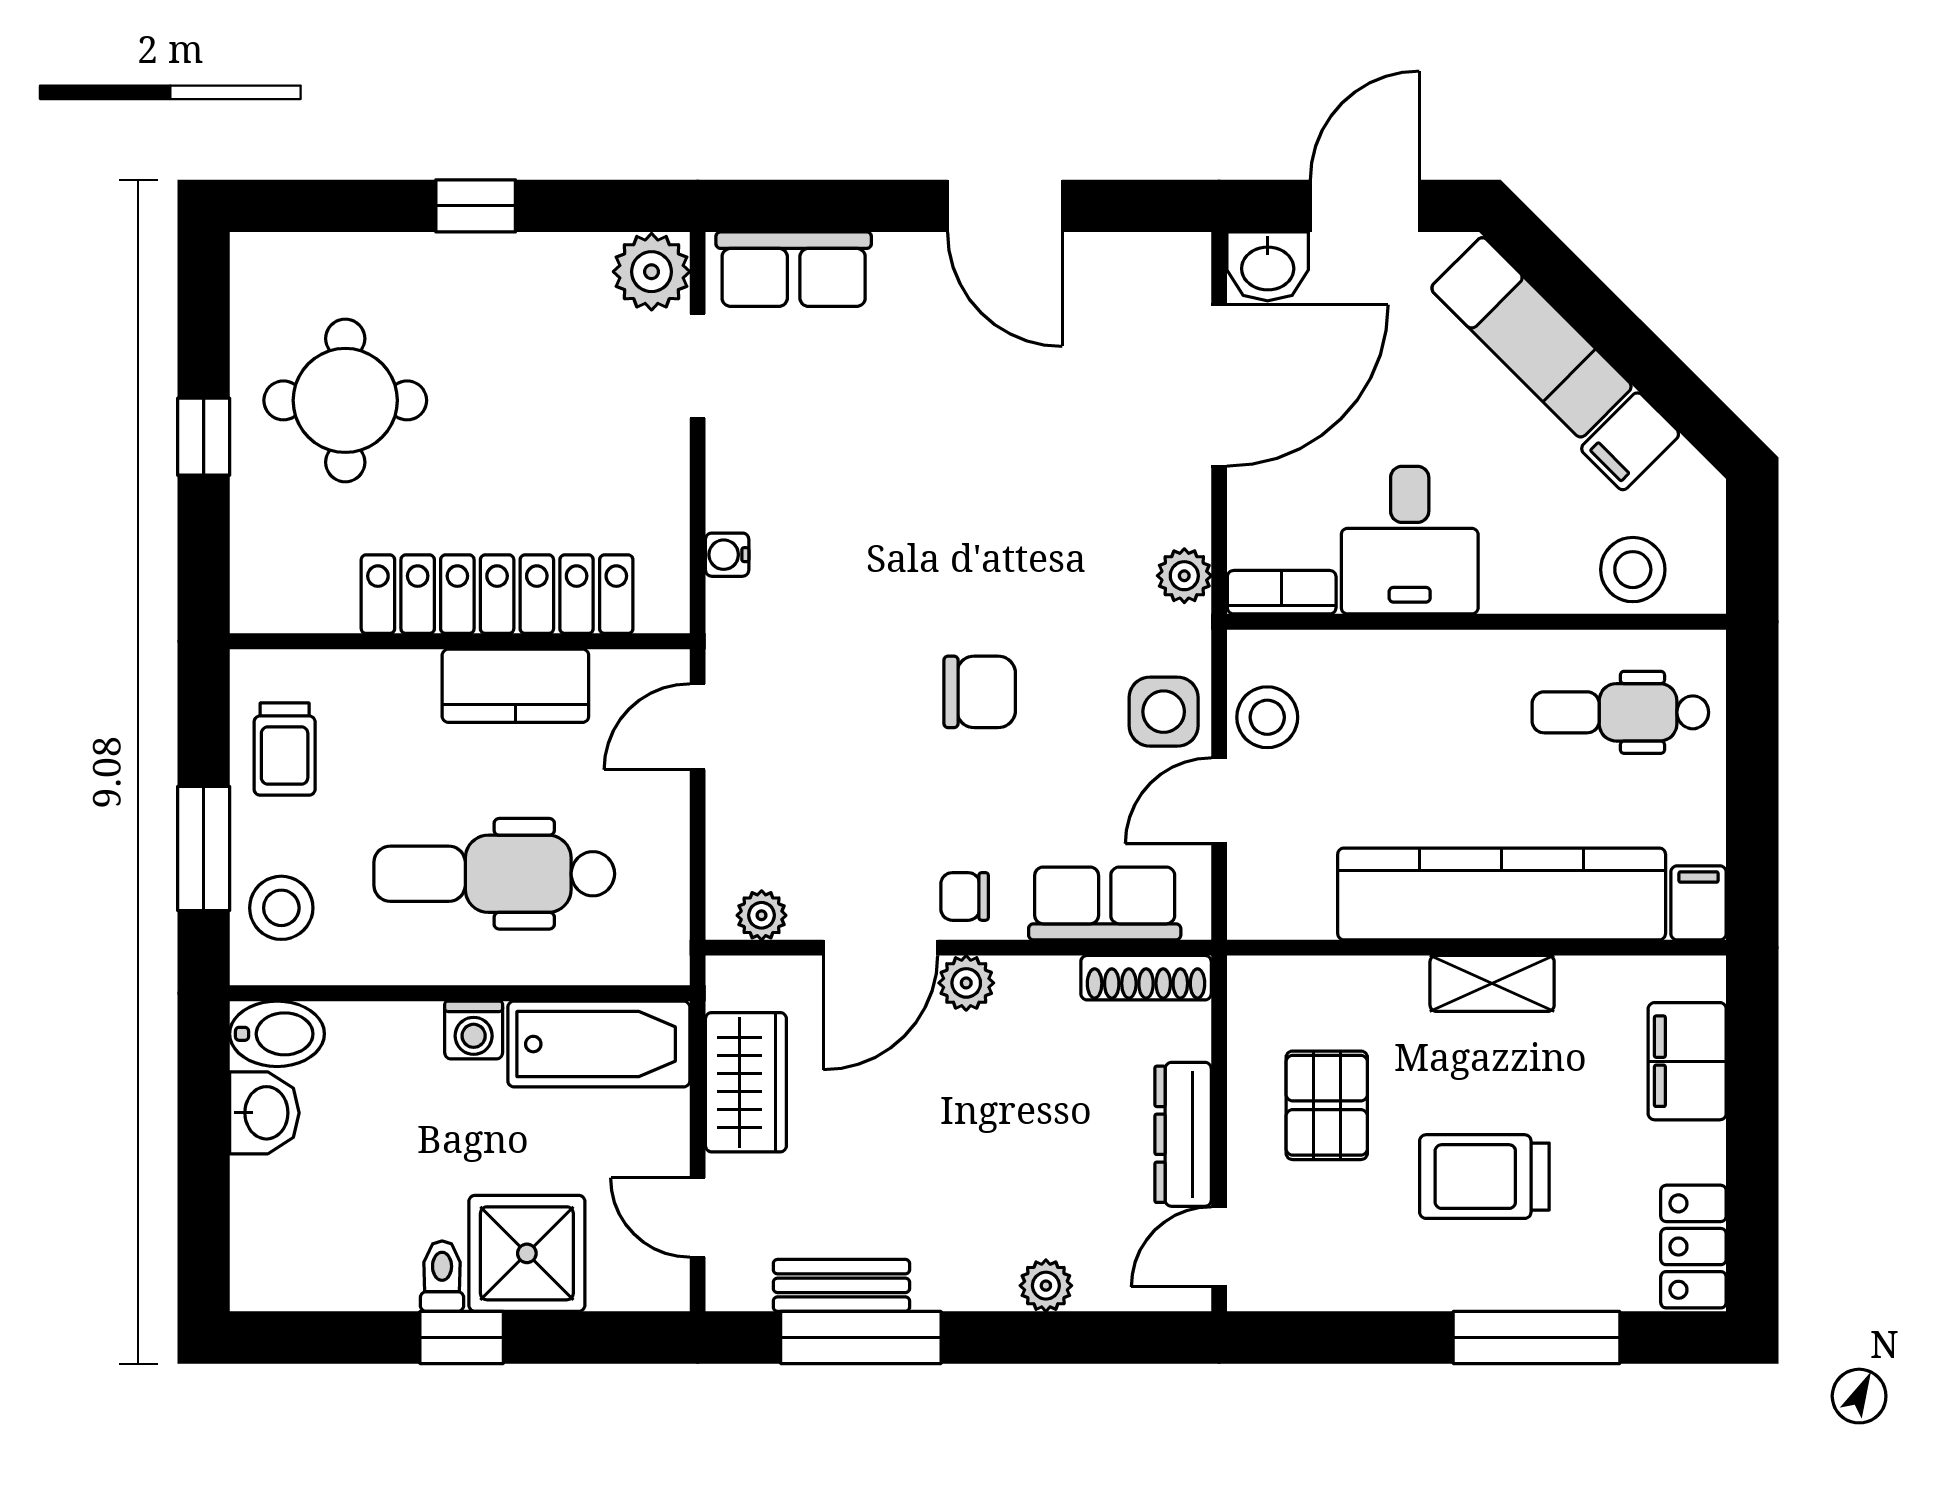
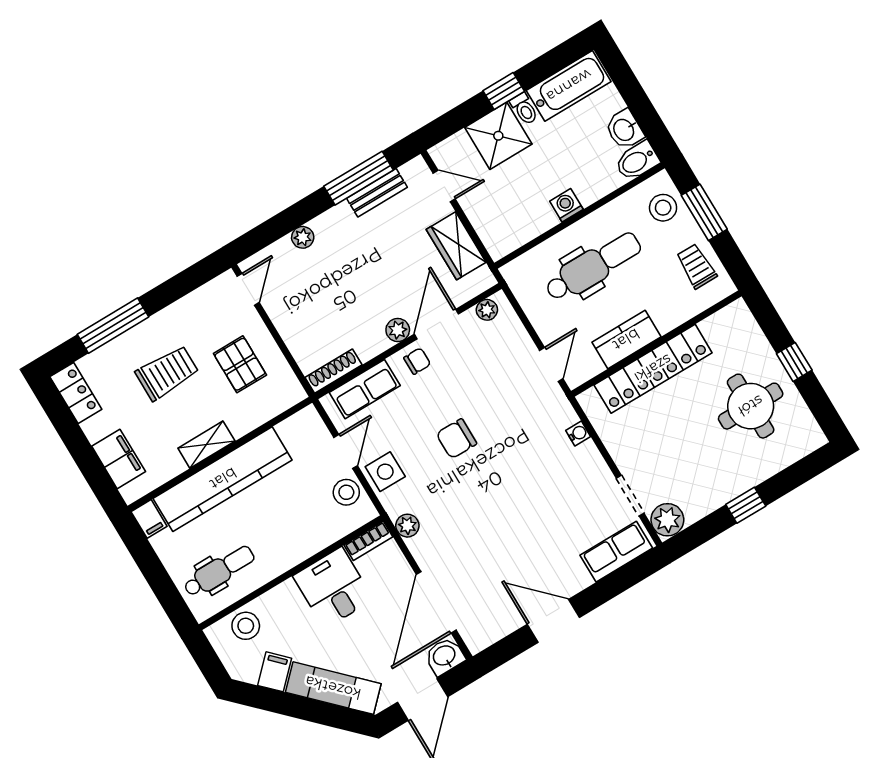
bathtub: (599, 1044) -> (569, 86), moved, turned 180
dresser: (1183, 1134) -> (286, 322), removed

